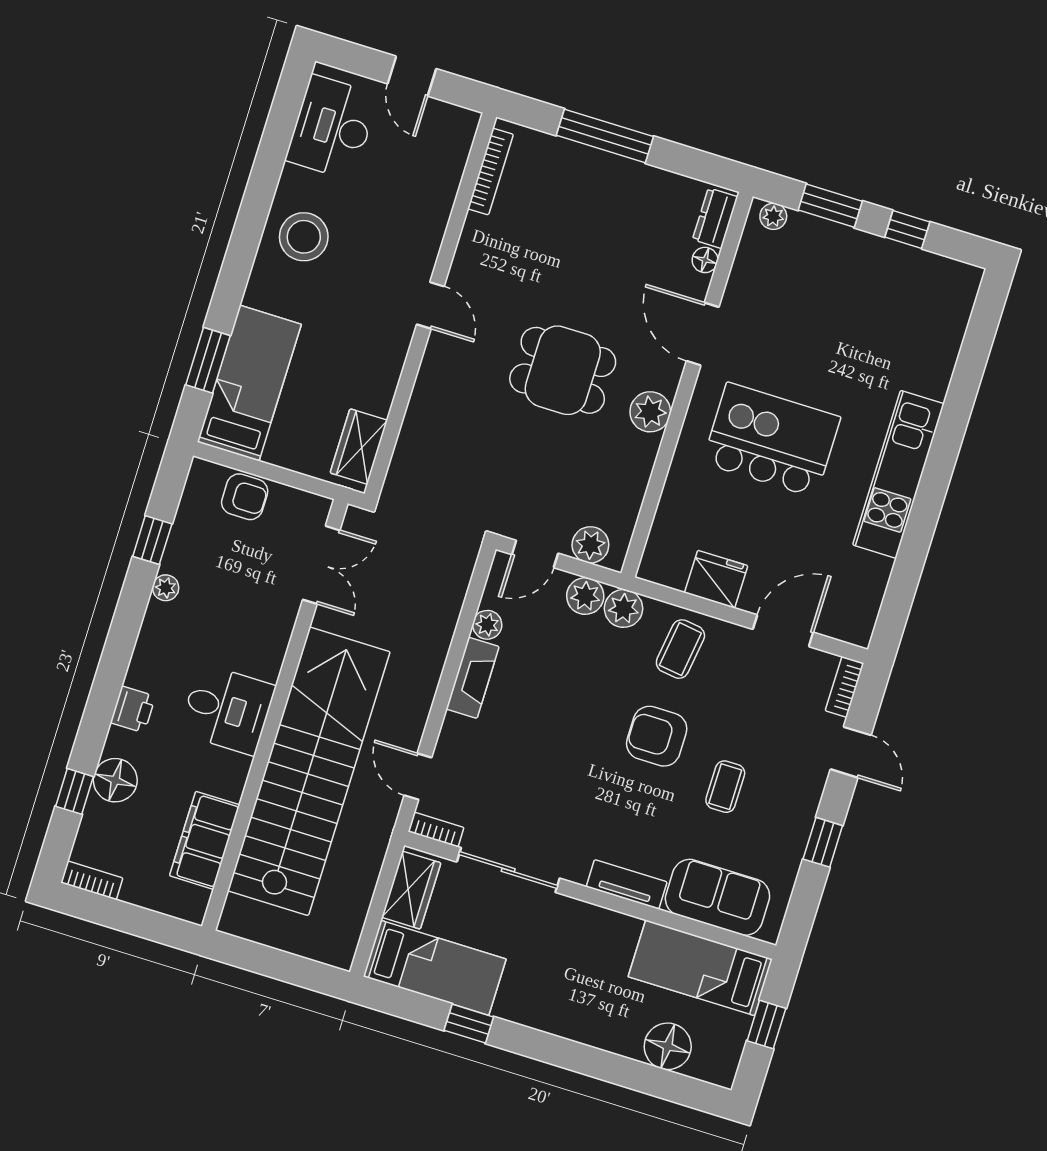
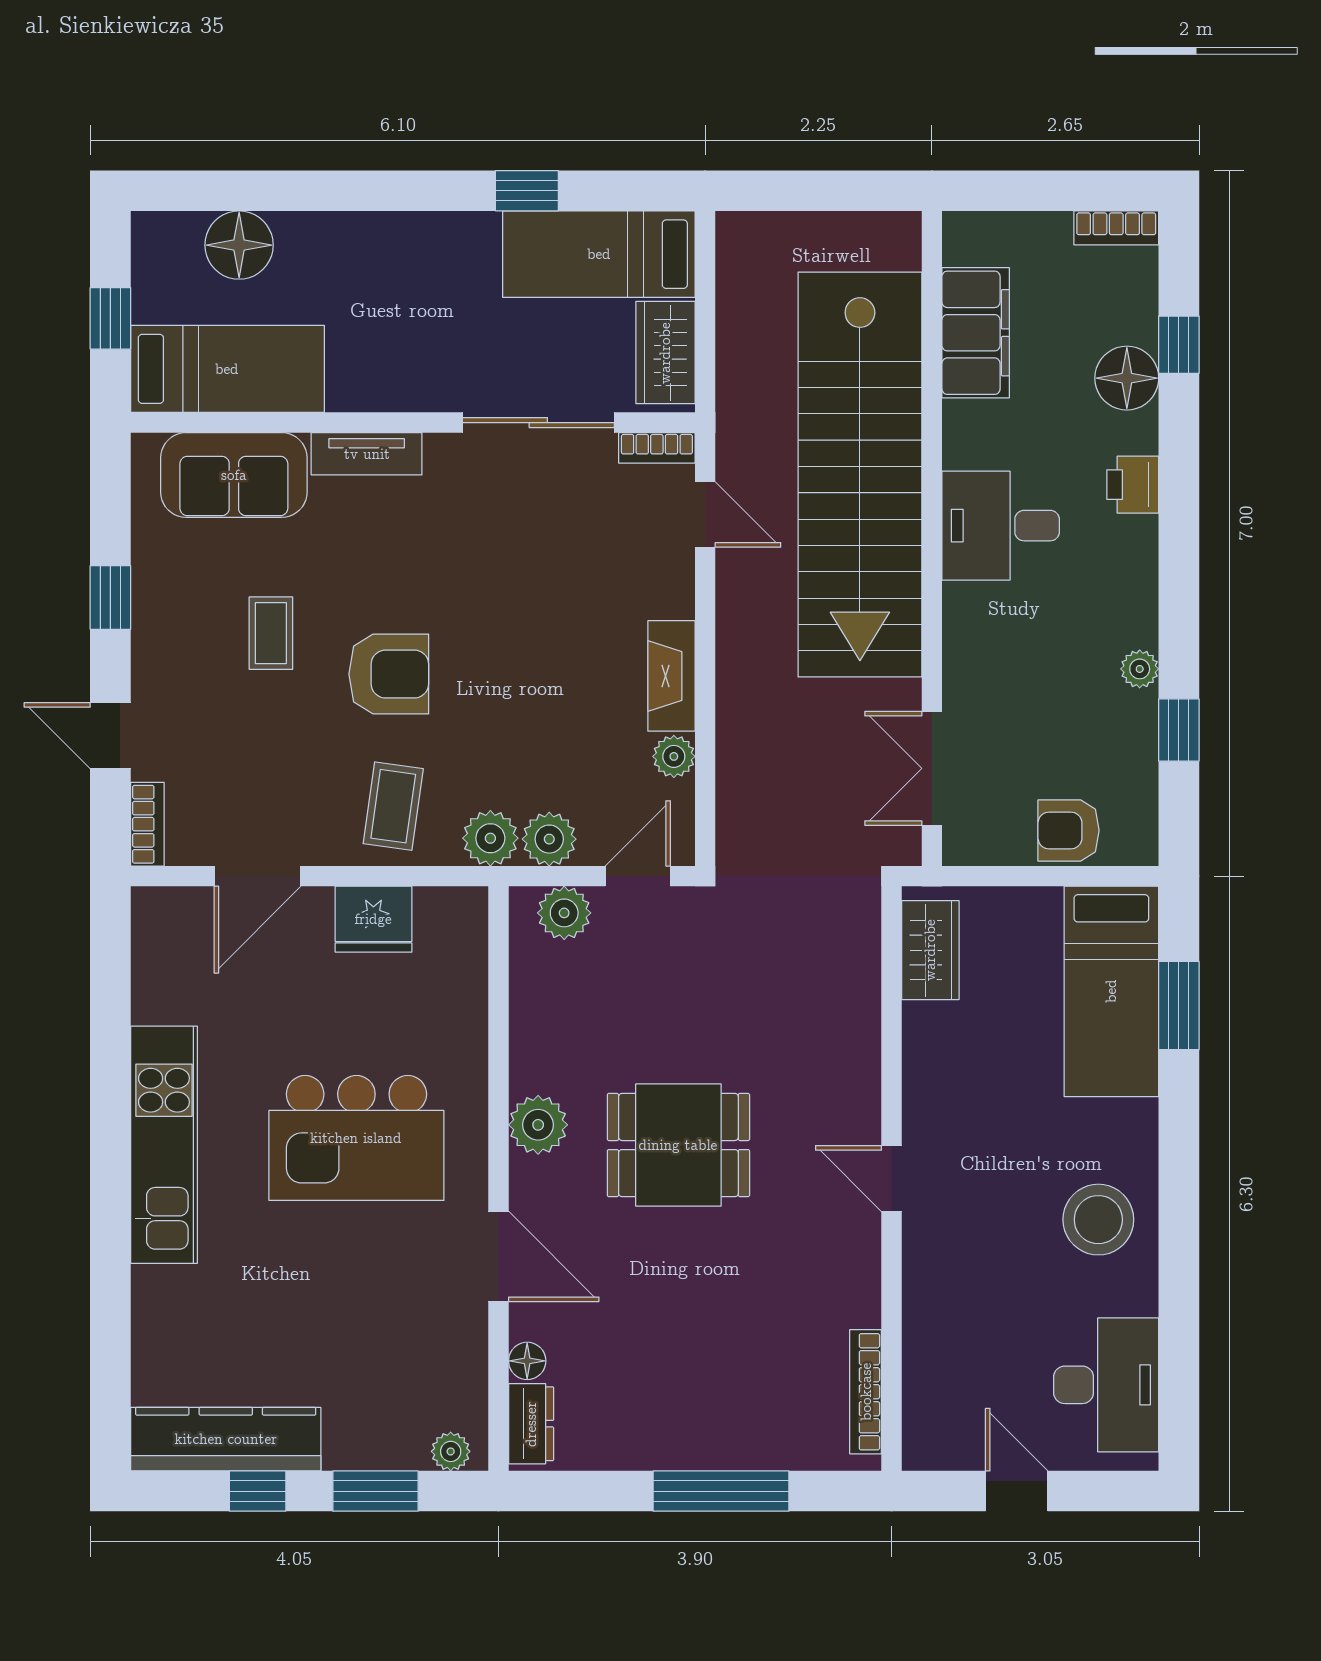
kitchen counter: (918, 270) -> (226, 1439), added

